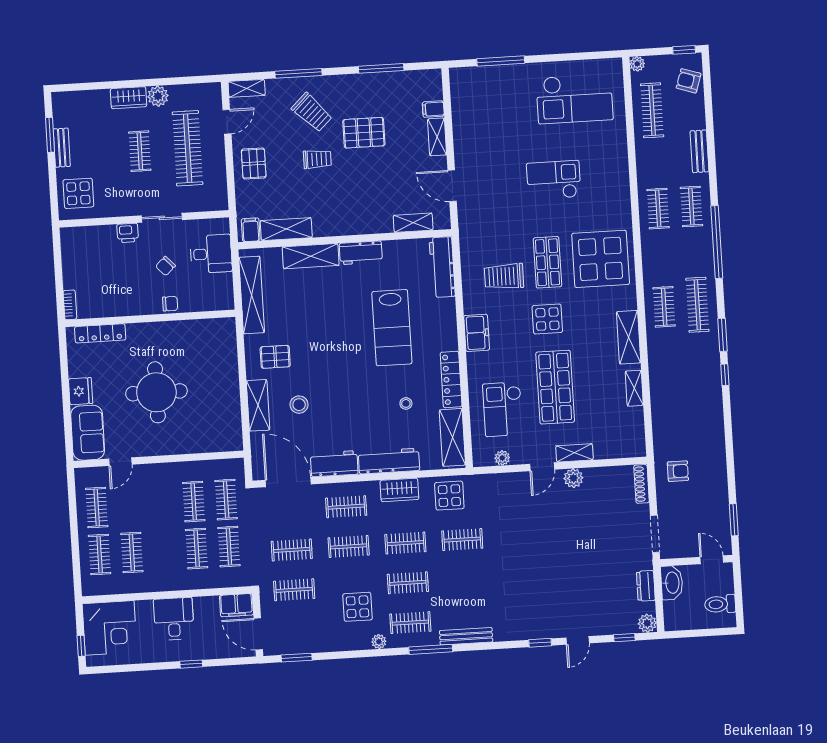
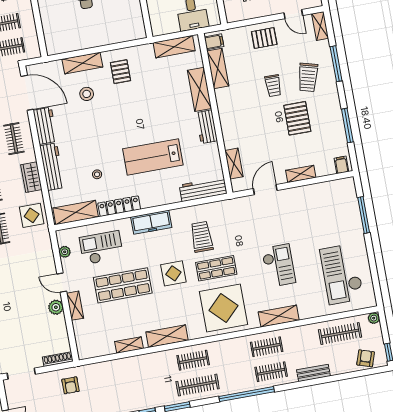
filing cabinet: (433, 109) -> (341, 165), moved
trolley: (312, 112) -> (308, 77), turned -31
shelving: (620, 188) -> (279, 316), added
shelving: (252, 295) -> (174, 47), width x0.68
freezer: (477, 333) -> (151, 222), width x1.40
door: (288, 482) -> (27, 93), hinge flipped

